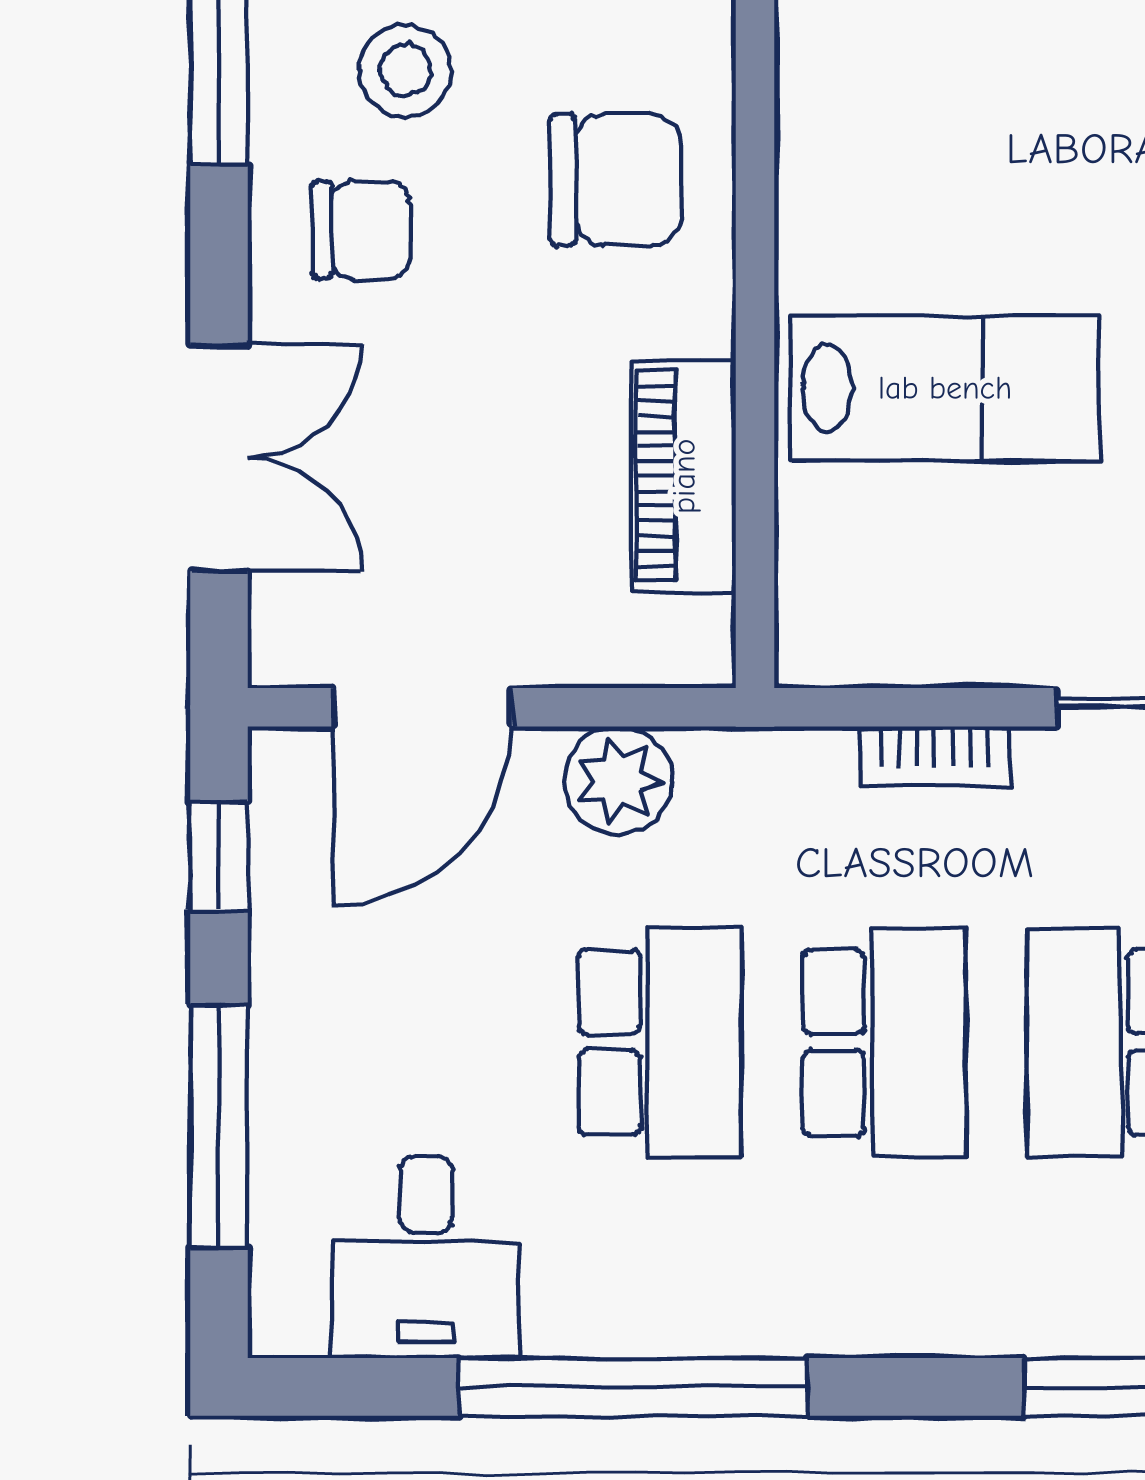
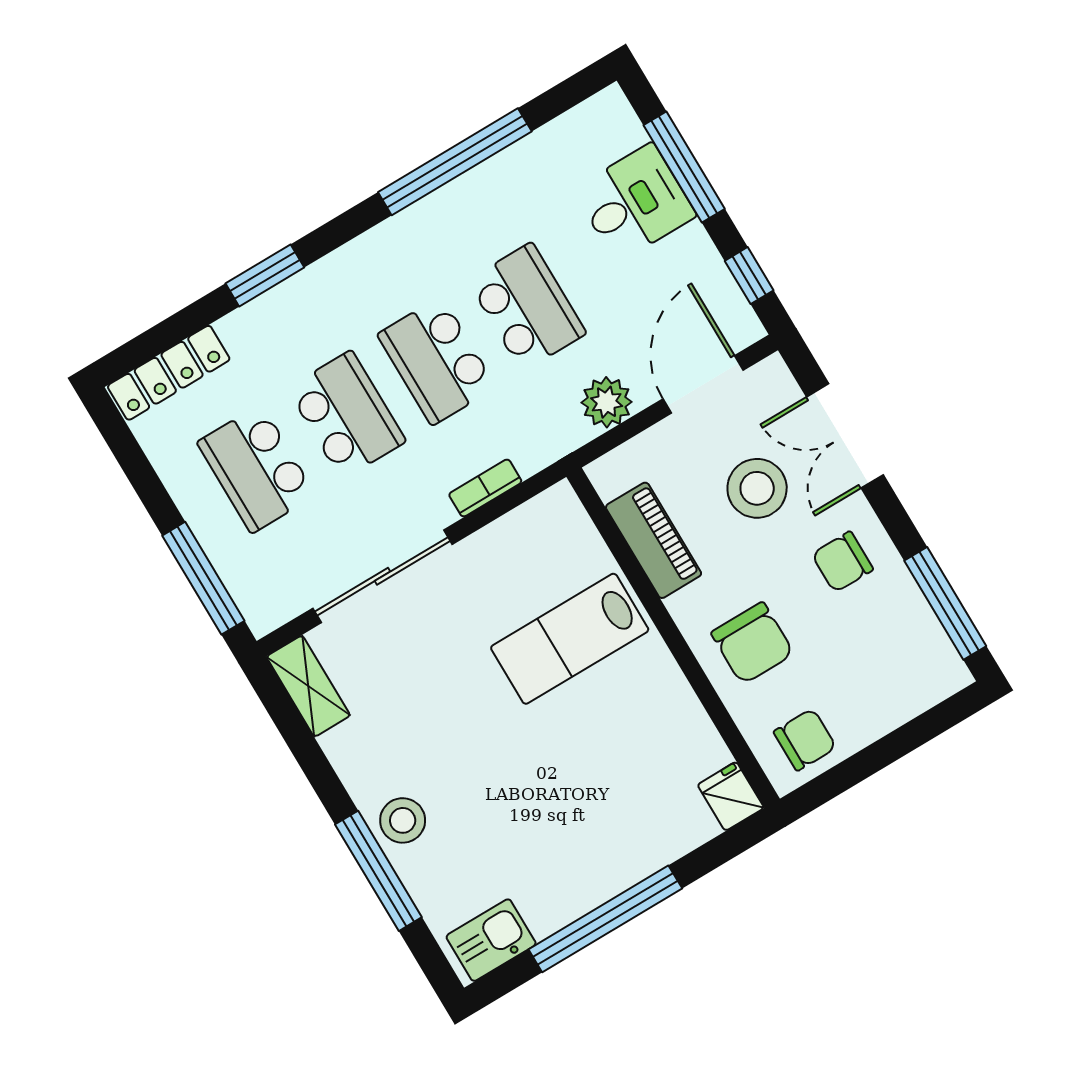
stool: (405, 71) -> (757, 488), moved, width x1.38, depth x1.38
chair: (616, 180) -> (752, 643), turned -90
school desk: (660, 1042) -> (527, 307), turned 180
desk: (426, 1257) -> (635, 203), moved, turned 90

